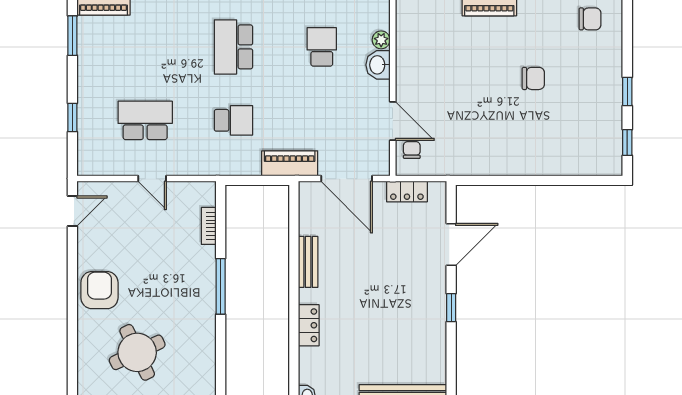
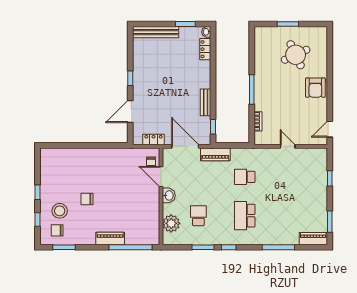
plant: (381, 40) -> (171, 223), width x1.87, depth x1.87
school desk: (233, 47) -> (245, 216), turned 180
school desk: (322, 47) -> (198, 216), turned 180
stool: (585, 56) -> (60, 211), added
washbasin: (378, 65) -> (169, 195), moved
school desk: (145, 120) -> (291, 177), removed
window: (627, 143) -> (37, 220), moved
window: (294, 215) -> (213, 127), added
locker: (309, 325) -> (205, 49), moved

